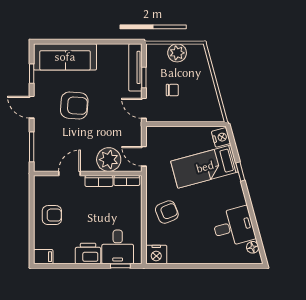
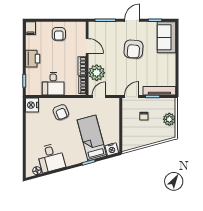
sofa: (65, 57) -> (167, 37), width x0.73
desk: (118, 247) -> (53, 84), moved, turned -90

